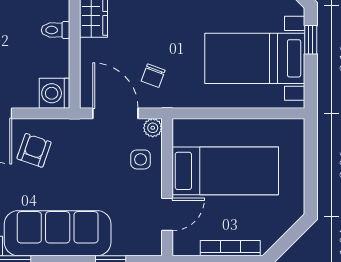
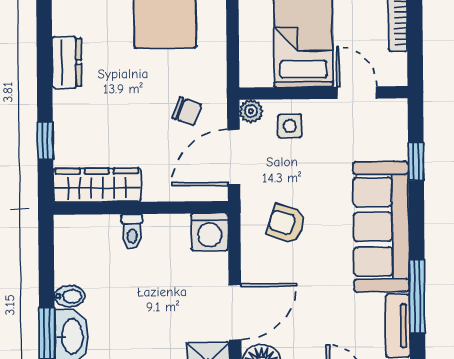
armchair: (34, 150) -> (286, 224), moved

